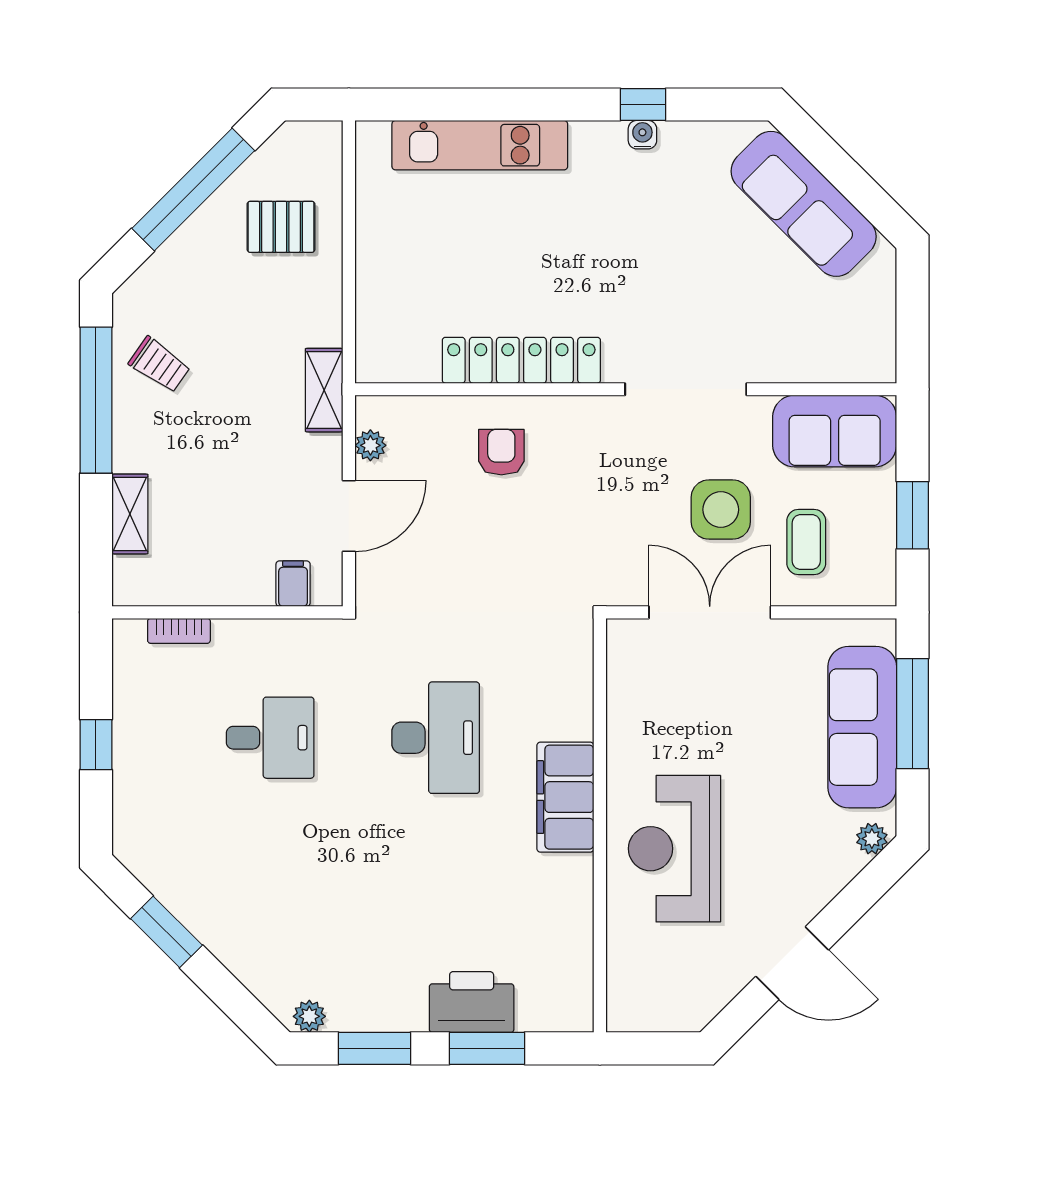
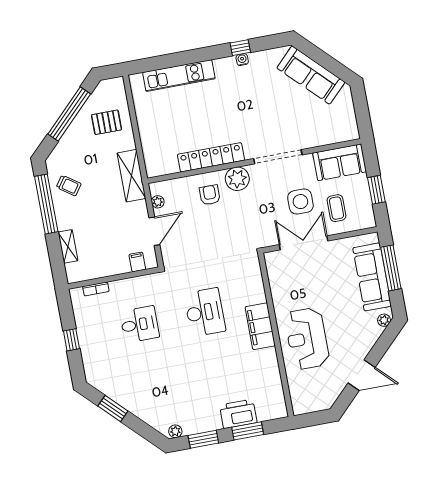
shelving: (324, 390) -> (131, 176), width x1.50, depth x1.33
plant: (576, 425) -> (237, 179), added

